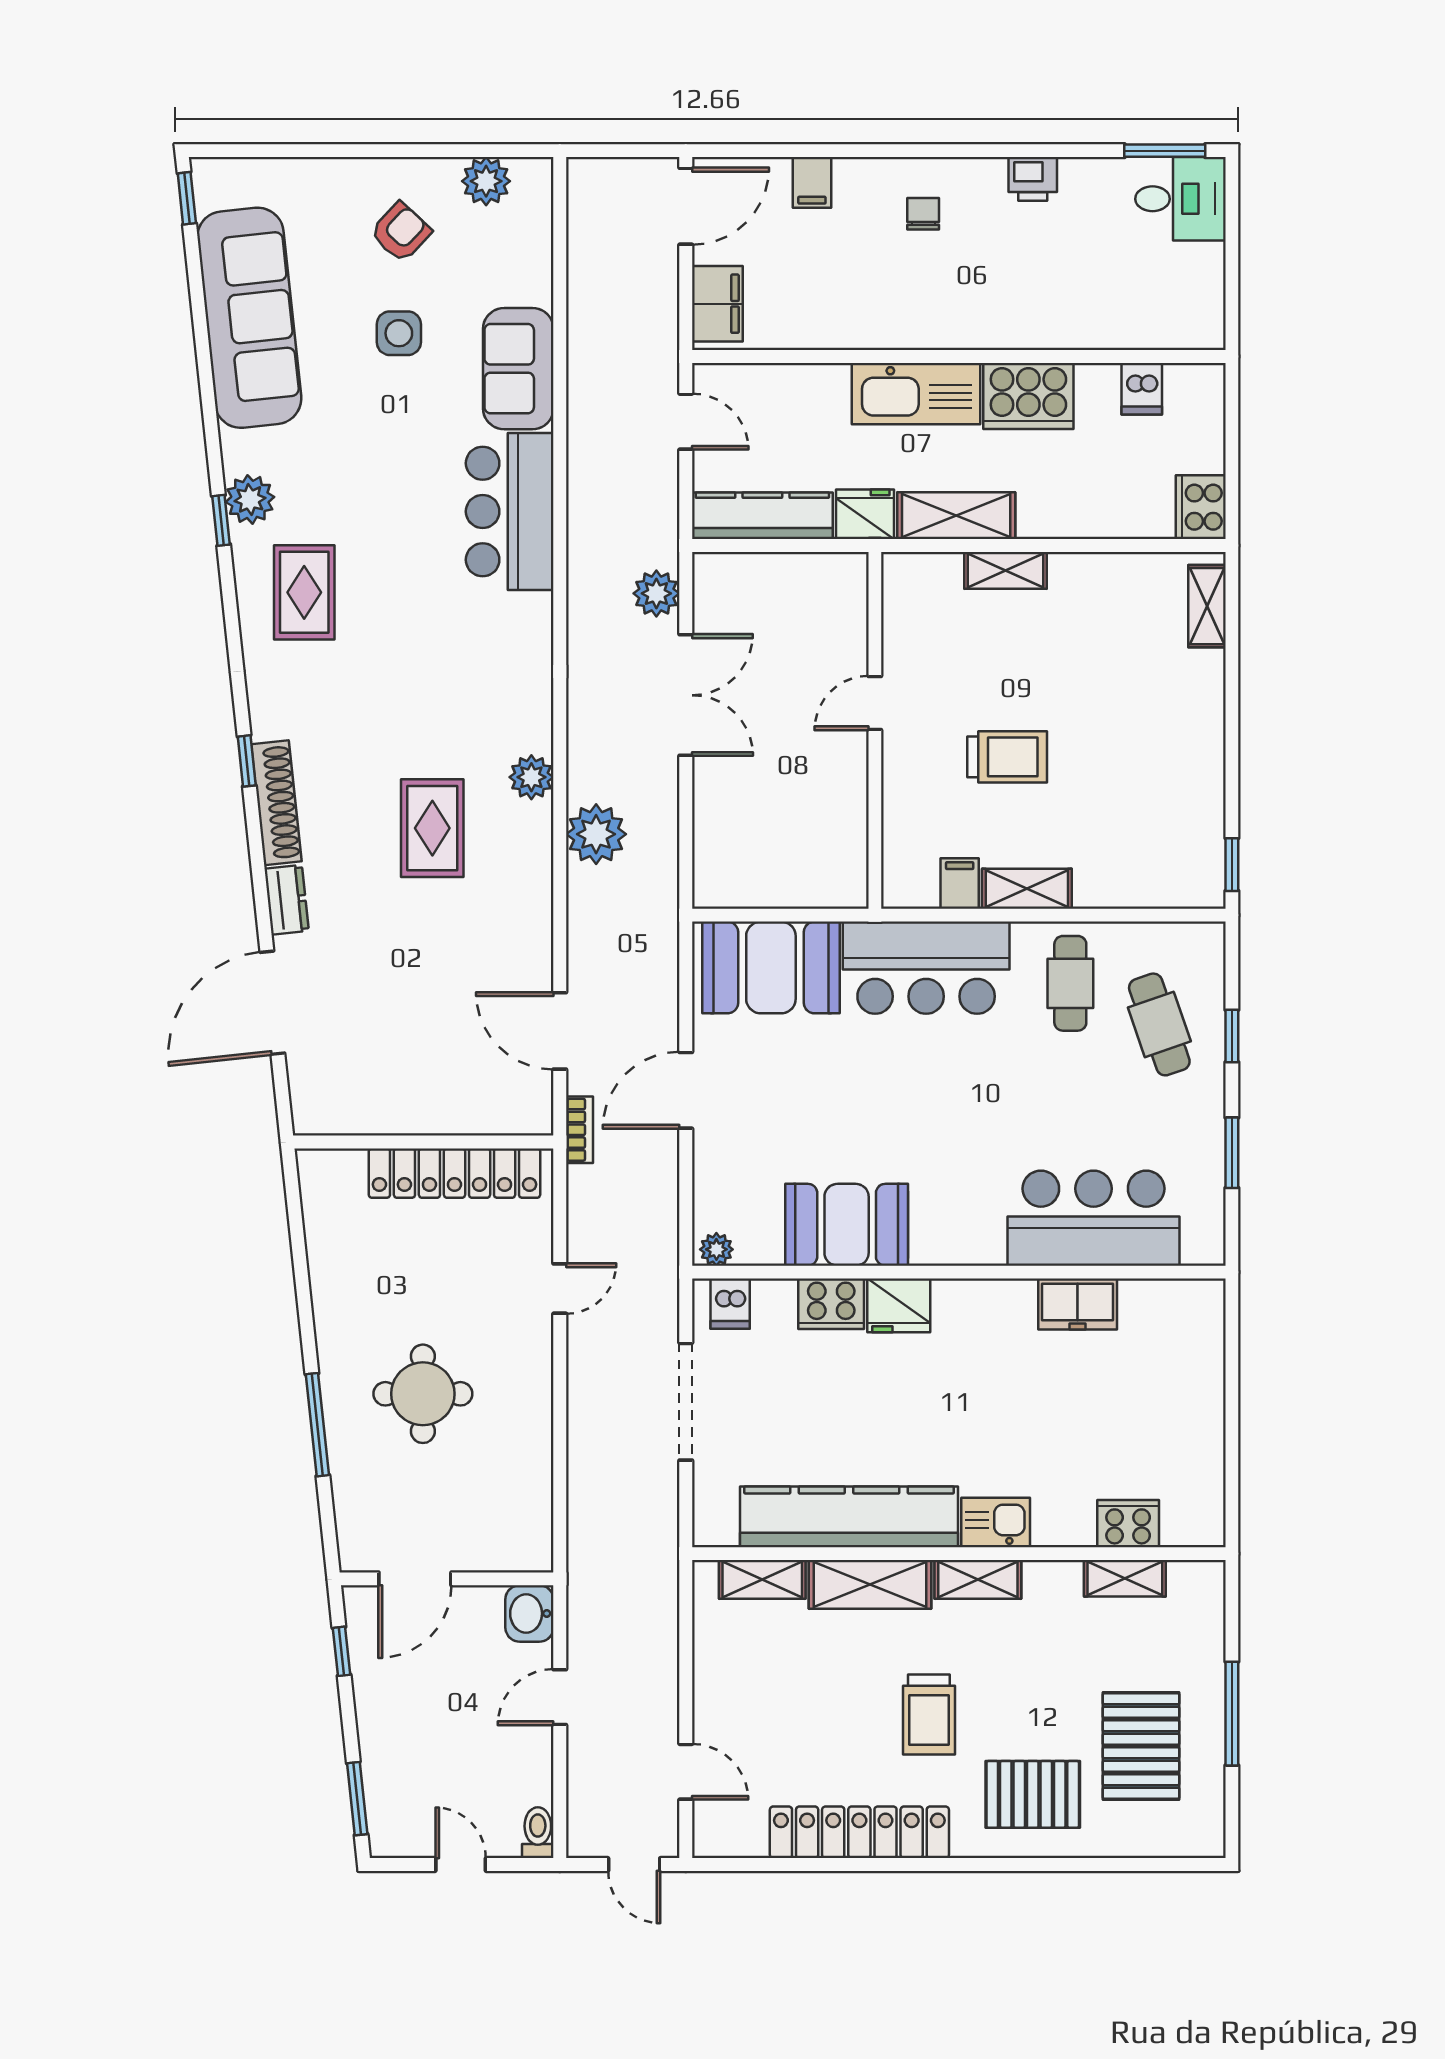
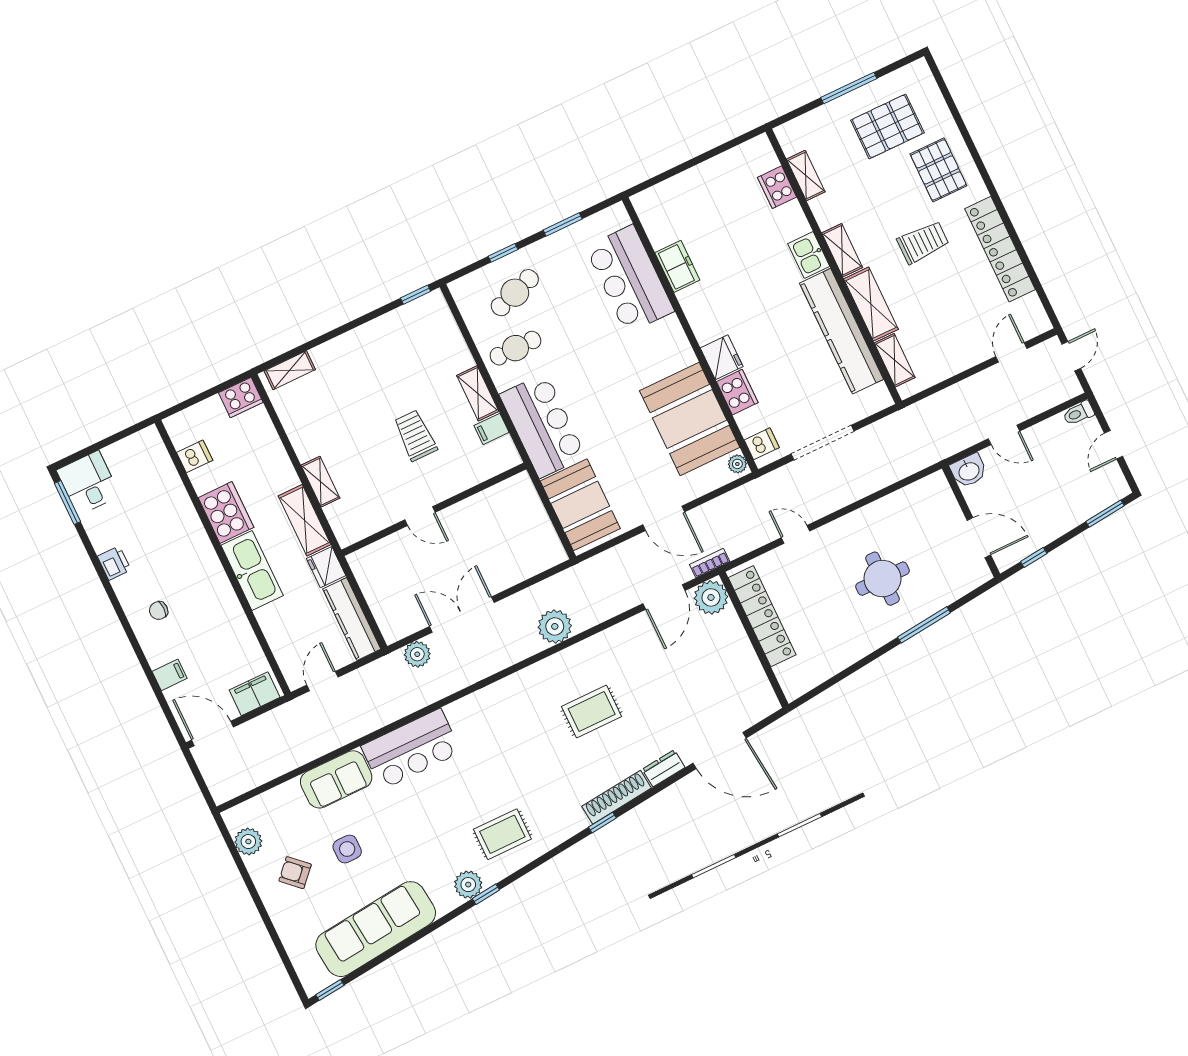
plant: (531, 777) -> (711, 597), moved, width x1.36, depth x1.36
booth: (847, 1225) -> (690, 419), width x1.36, depth x1.42

